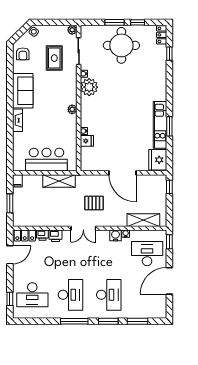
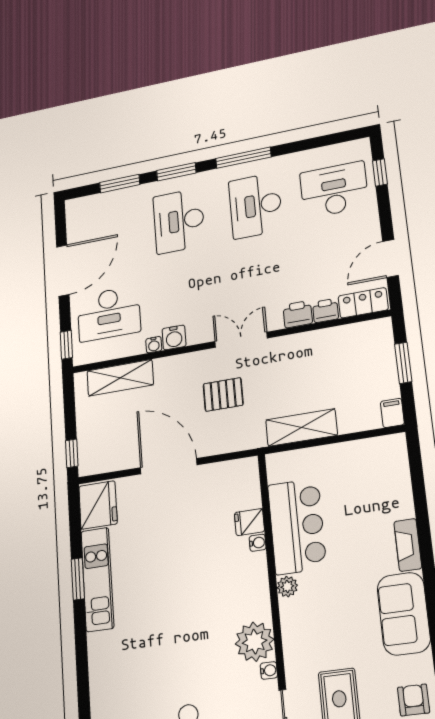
bar counter: (46, 160) -> (297, 526), moved, turned -90

